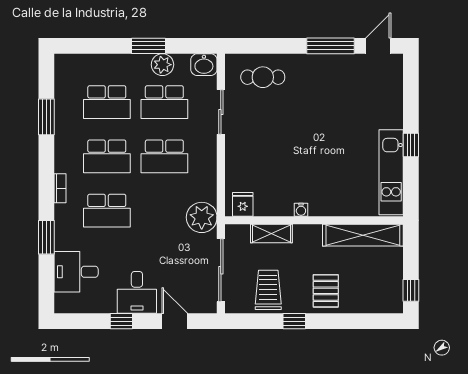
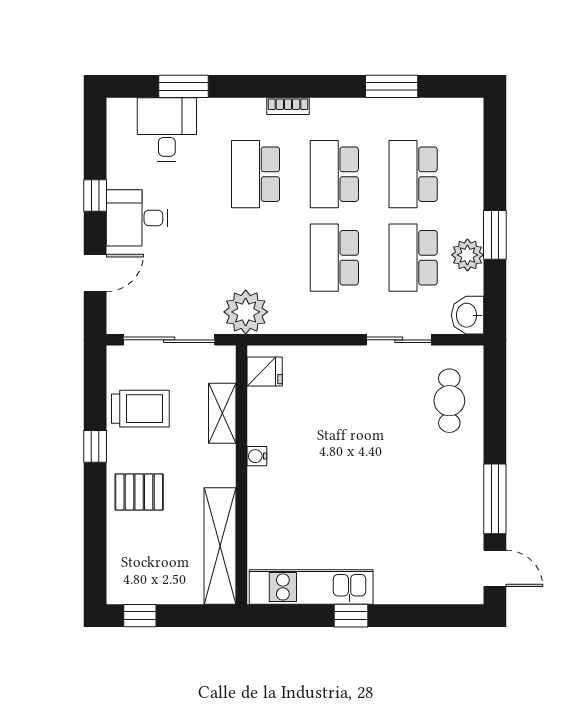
window: (46, 237) -> (184, 86), moved

